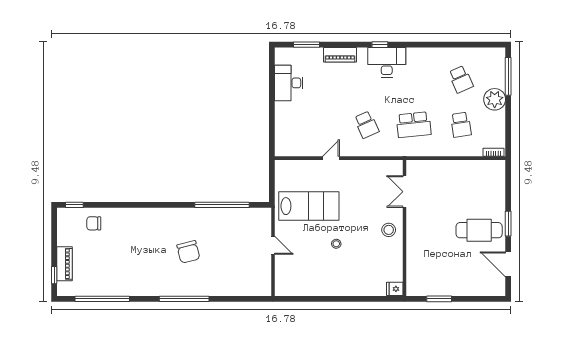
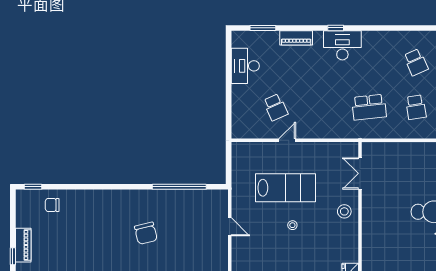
school desk: (366, 125) -> (276, 107), moved
lab bench: (309, 206) -> (285, 188), moved

